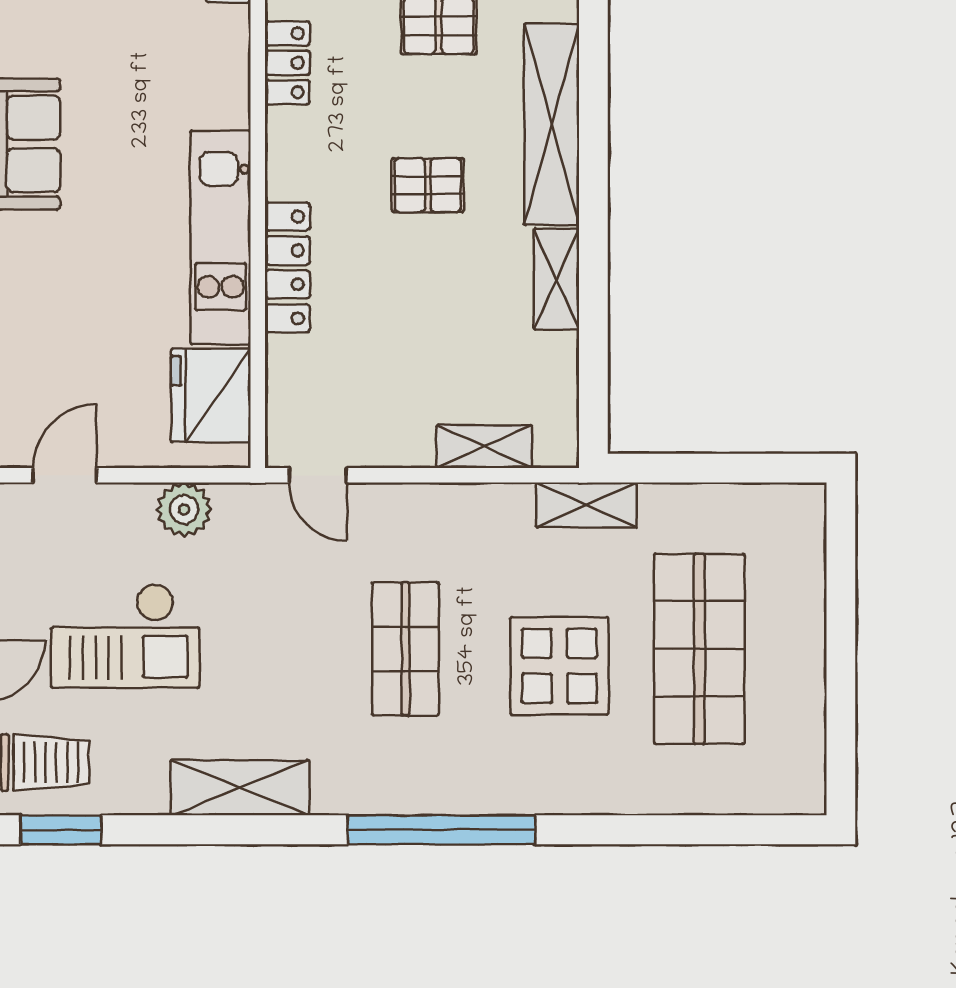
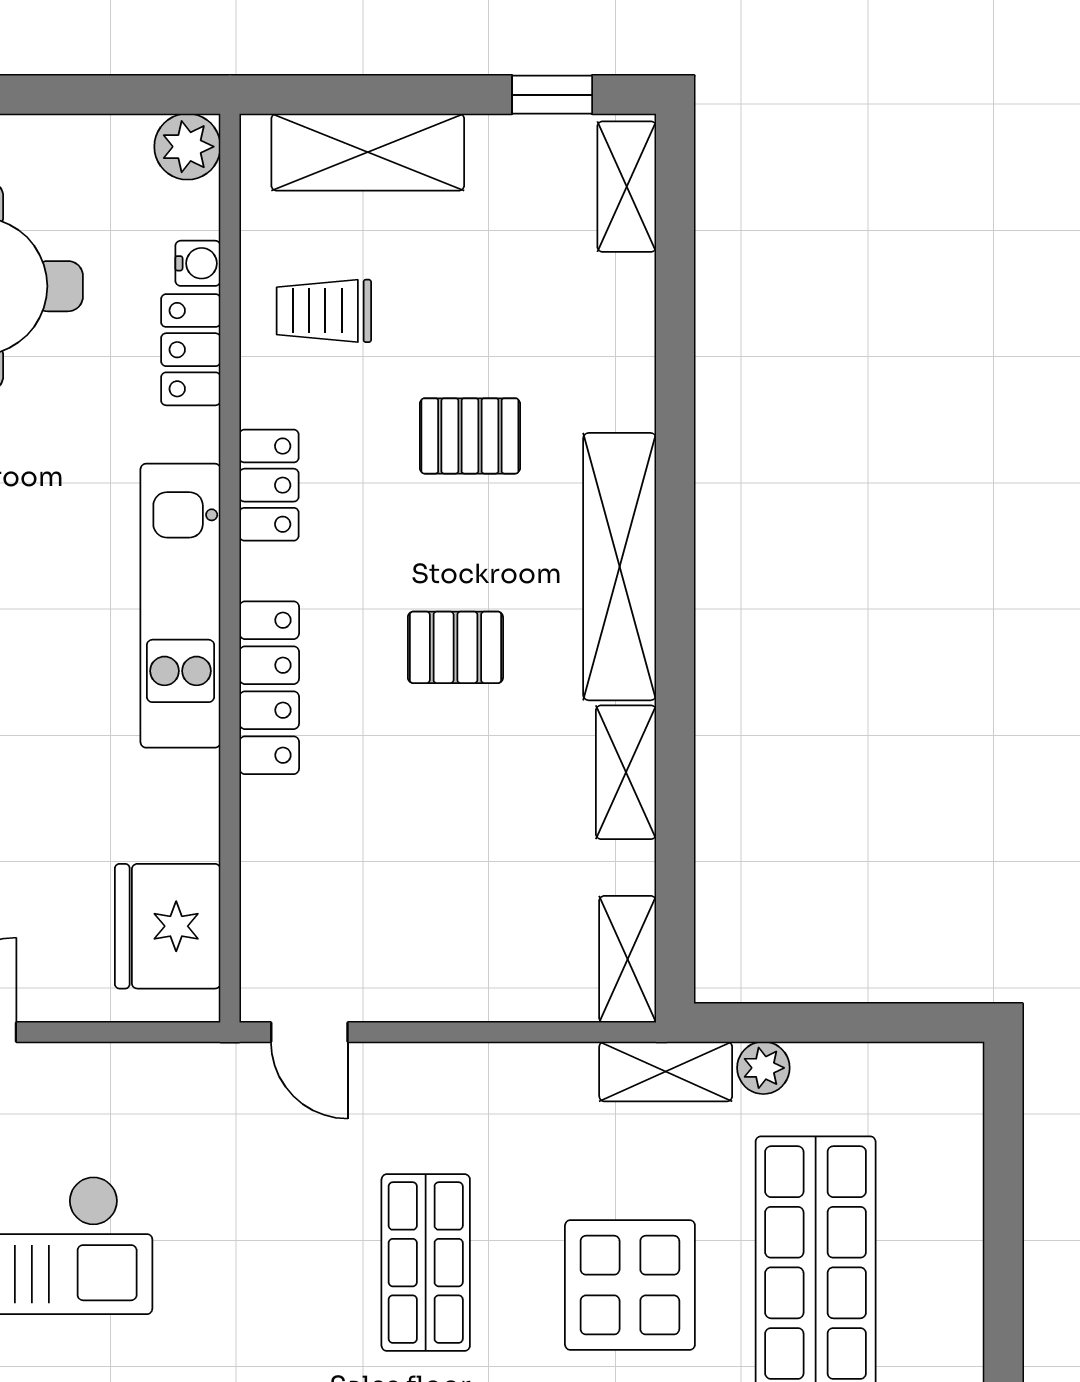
kitchen unit: (221, 238) -> (180, 606), moved
locker: (287, 267) -> (269, 688), moved
shelving: (484, 447) -> (628, 959), moved, turned 90
plant: (184, 510) -> (763, 1068), moved, width x0.73, depth x0.73

